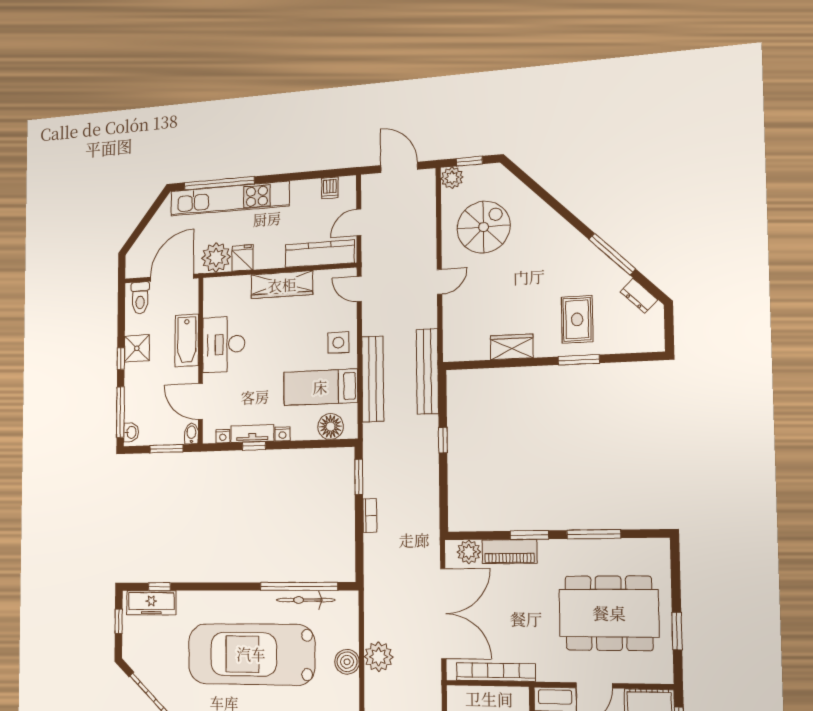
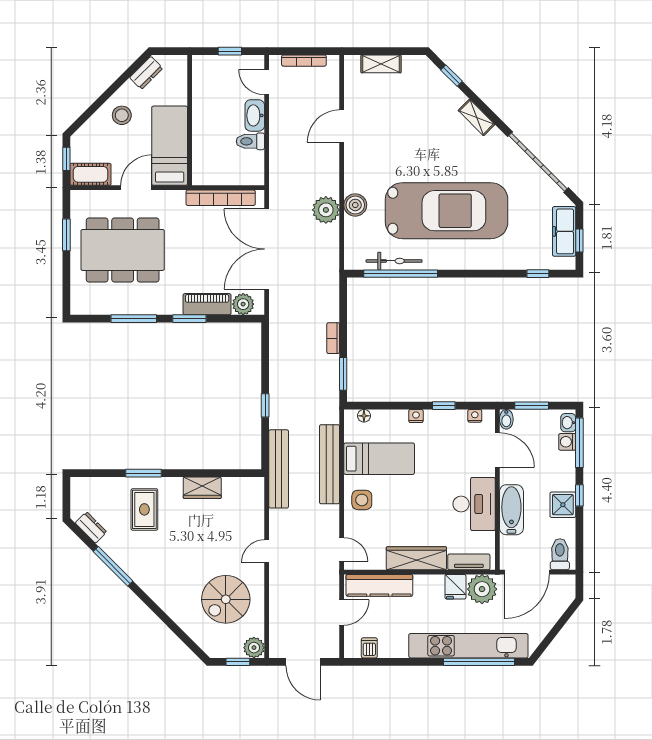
washing machine: (132, 413) -> (567, 442), added
floor lamp: (331, 427) -> (364, 416), width x0.53, depth x0.53
tv unit: (252, 434) -> (469, 562), moved, turned 180
freezer: (151, 603) -> (564, 231), moved, turned -90

